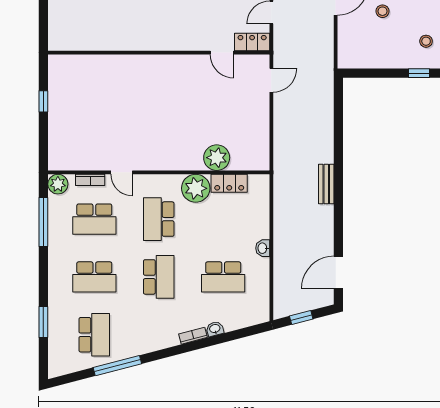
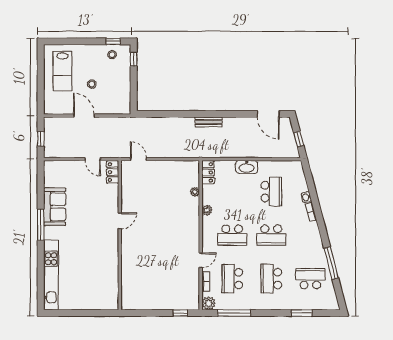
door: (222, 53) -> (120, 221), moved
window: (43, 101) -> (180, 313), moved
plant: (217, 158) -> (195, 192), width x0.53, depth x0.53
locker: (229, 183) -> (208, 172), moved
plant: (196, 188) -> (207, 210), width x0.53, depth x0.53
school desk: (94, 219) -> (232, 279), turned 180
washbasin: (263, 248) -> (247, 167), width x1.91, depth x1.45
school desk: (94, 277) -> (271, 279), turned 180
school desk: (159, 277) -> (271, 235), turned 180

